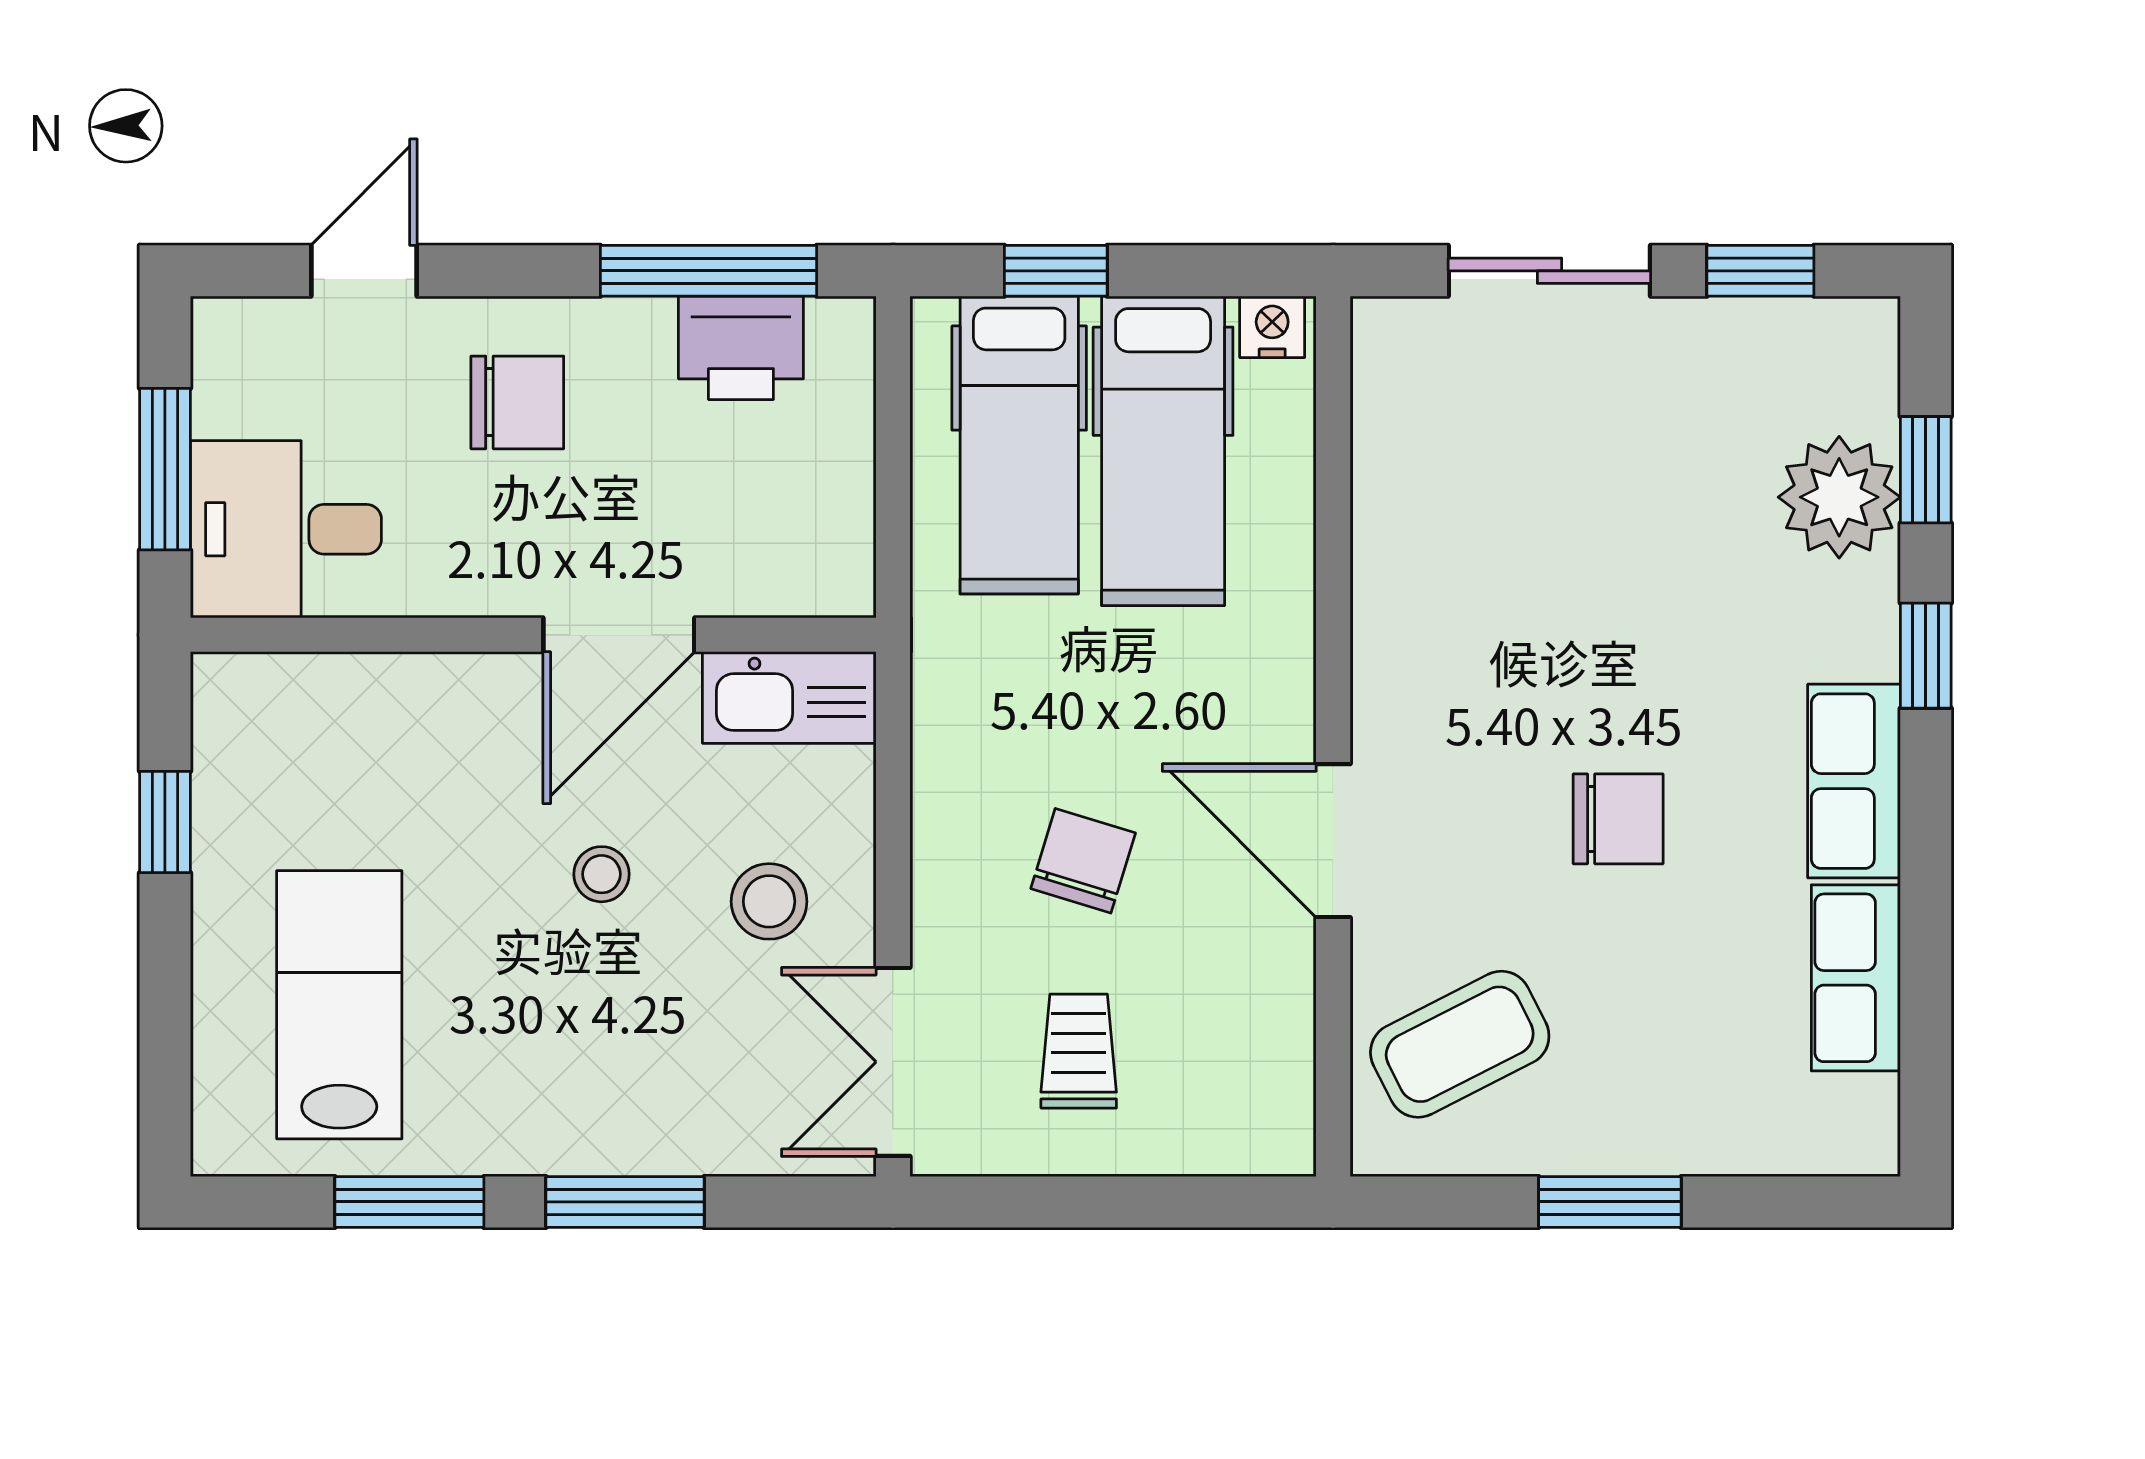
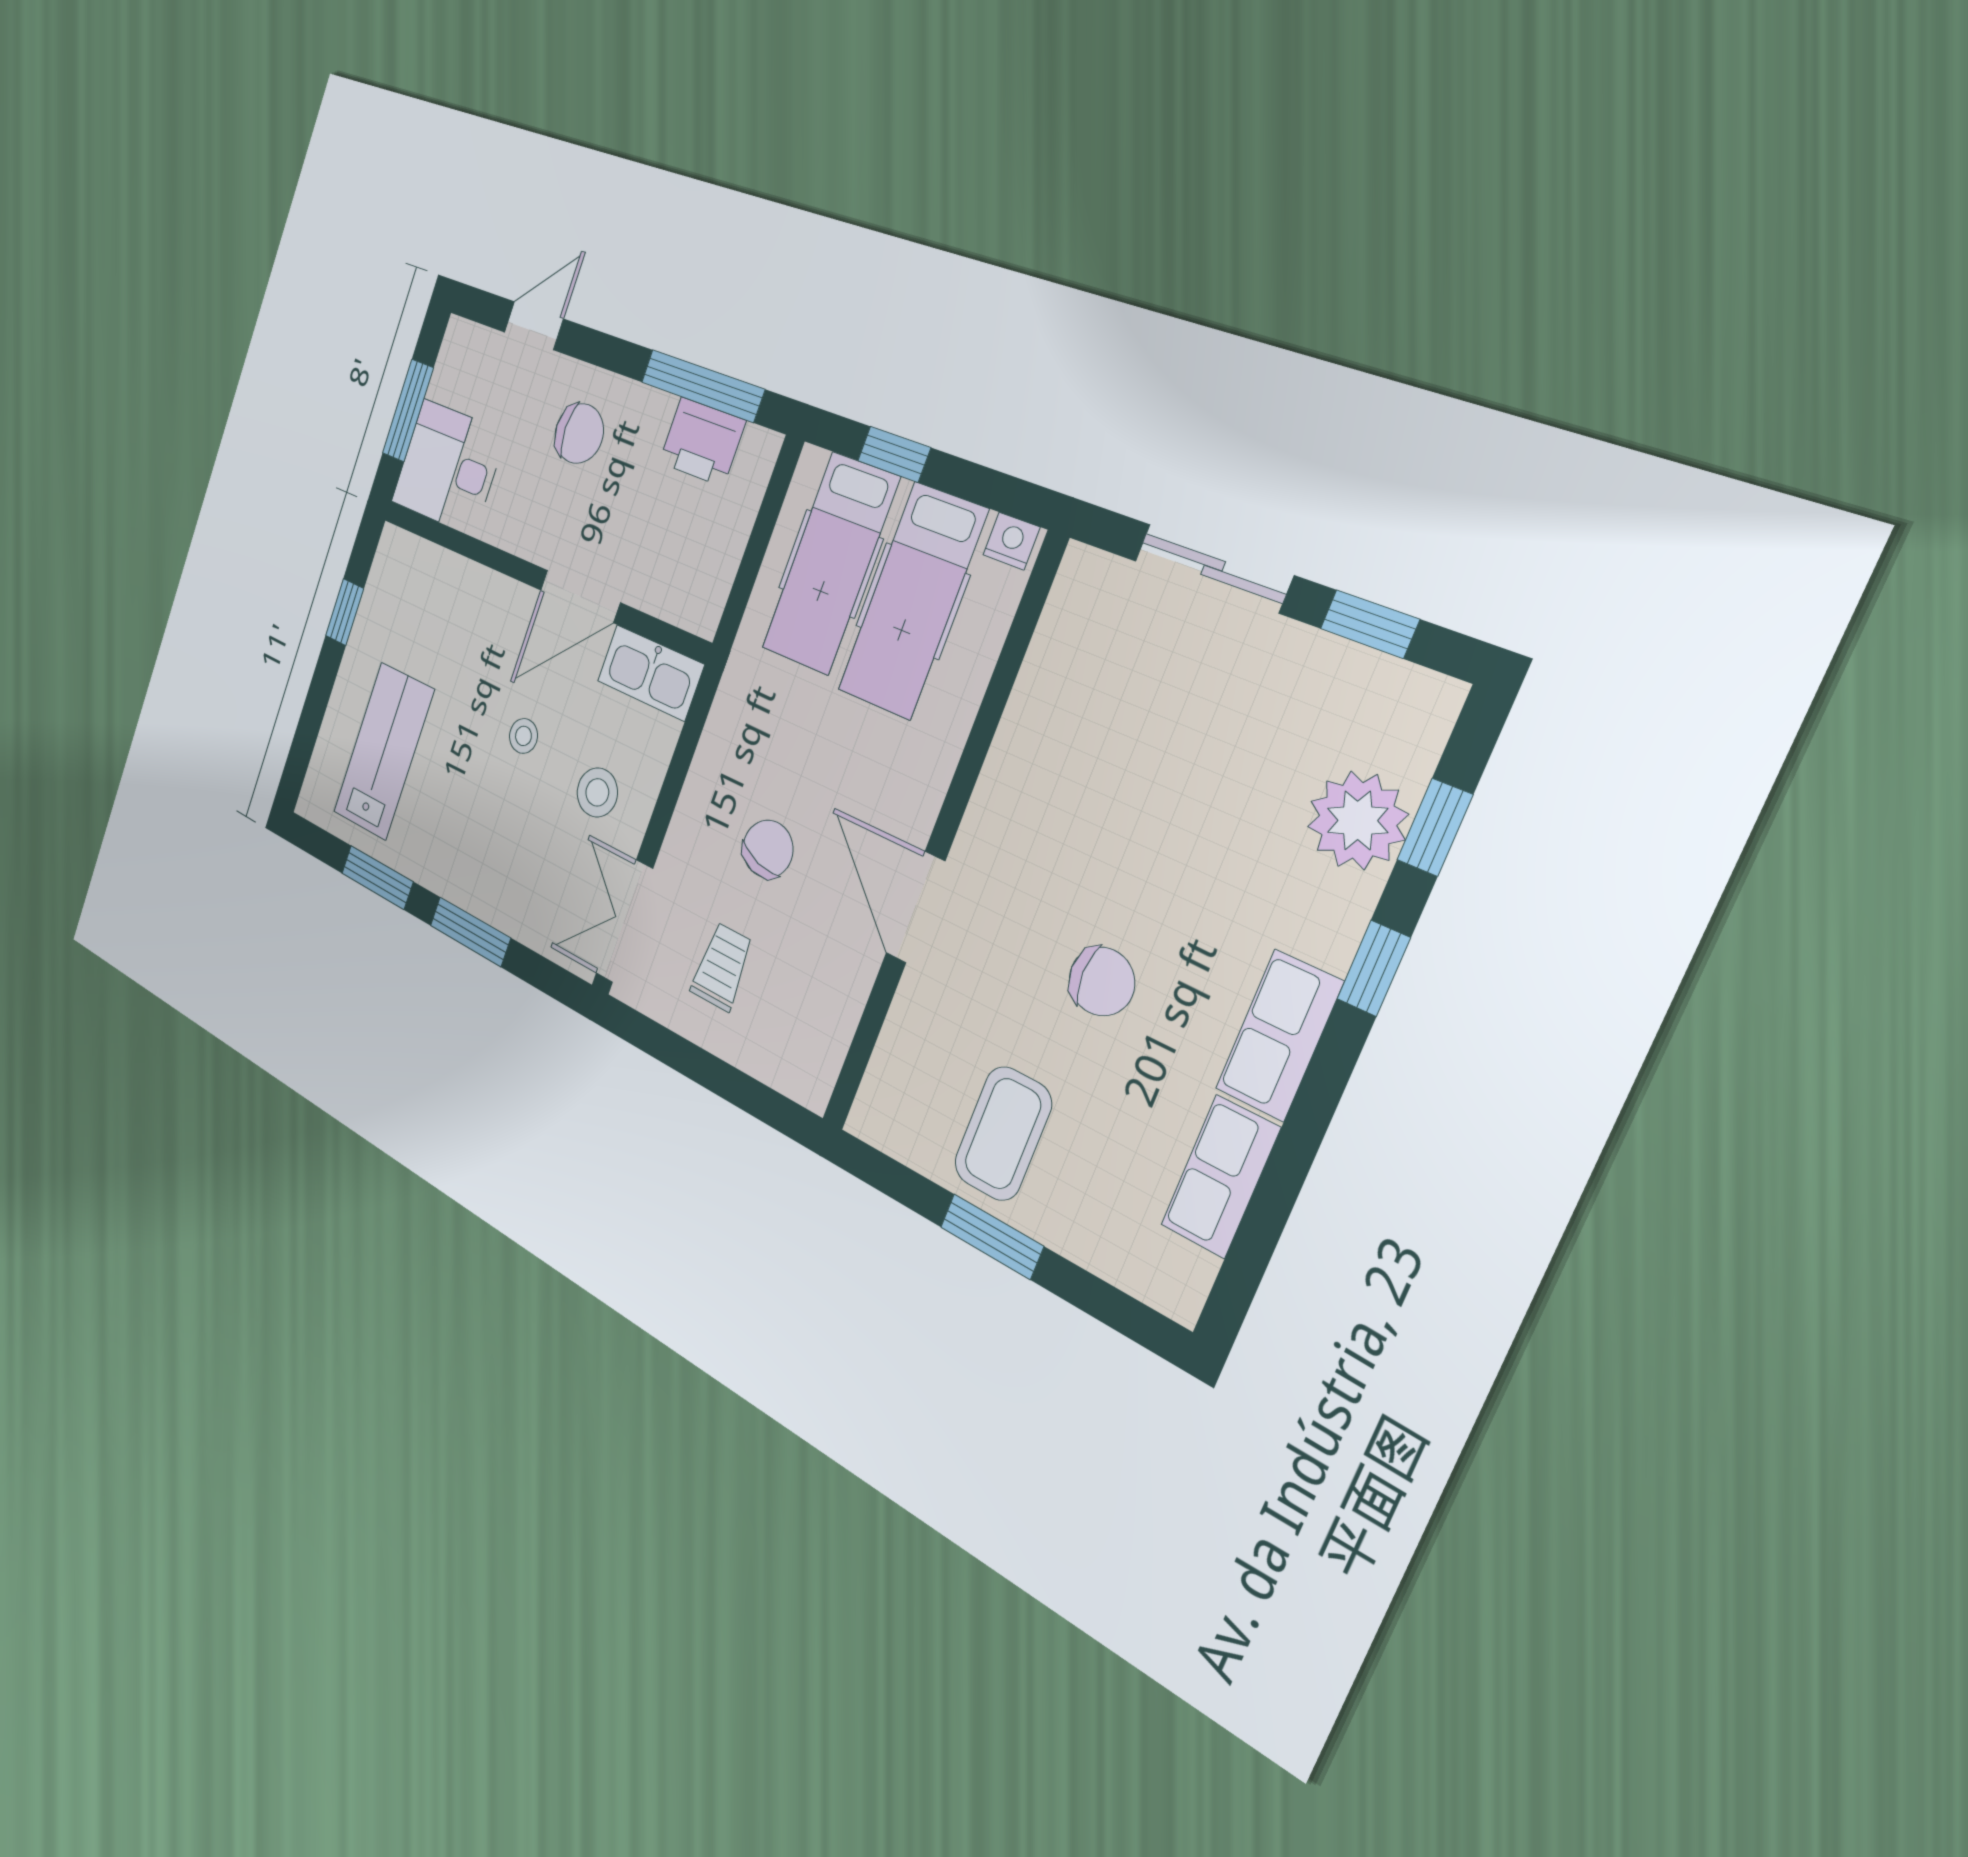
coffee table: (1460, 1044) -> (1003, 1134), moved, turned -63

